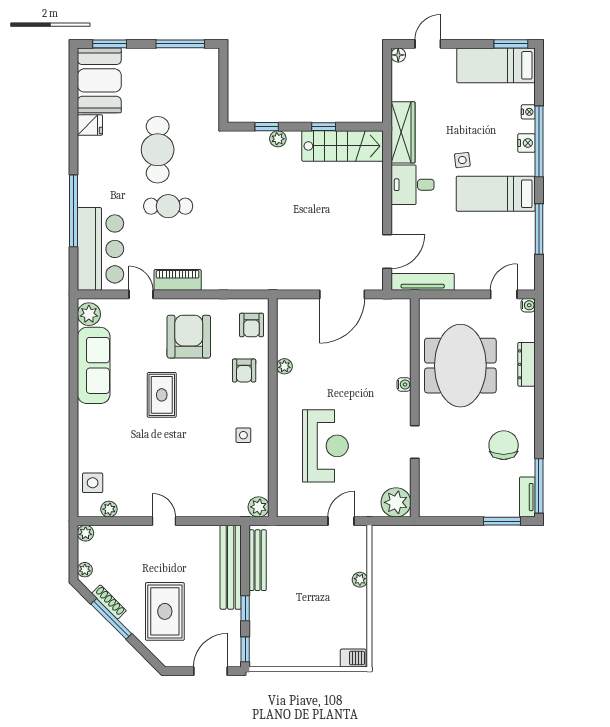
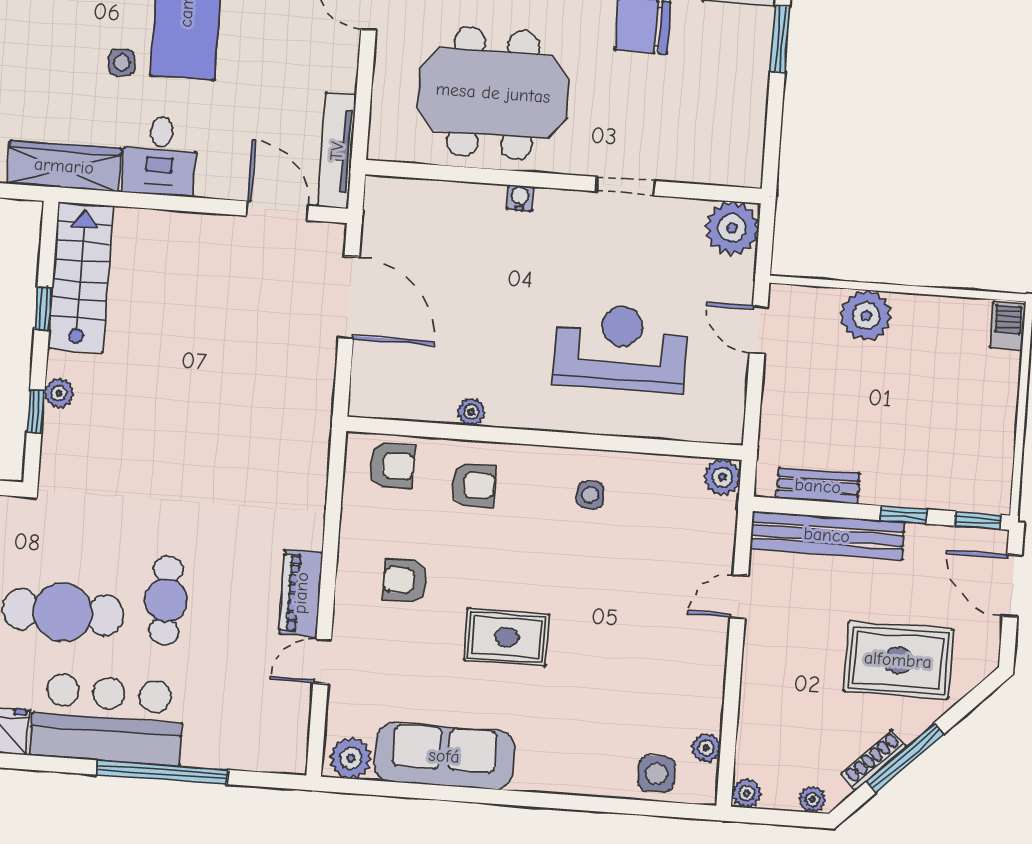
bar counter: (100, 249) -> (107, 719), moved
armchair: (189, 337) -> (405, 581), width x0.53, depth x0.53
door: (164, 521) -> (739, 596), moved
bench: (258, 560) -> (818, 486), width x0.73
plant: (360, 580) -> (866, 316), width x1.88, depth x1.88

